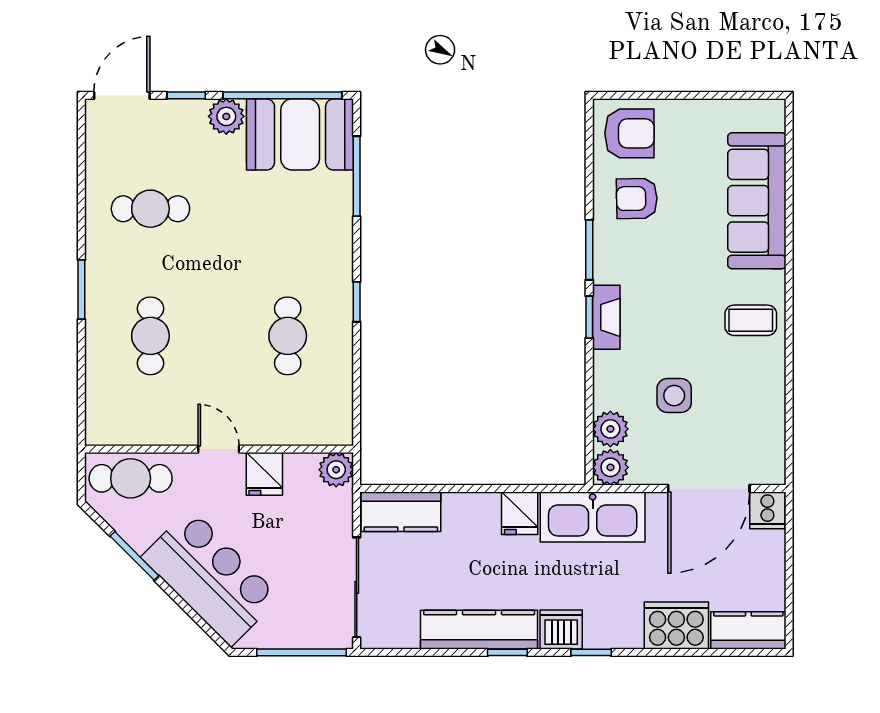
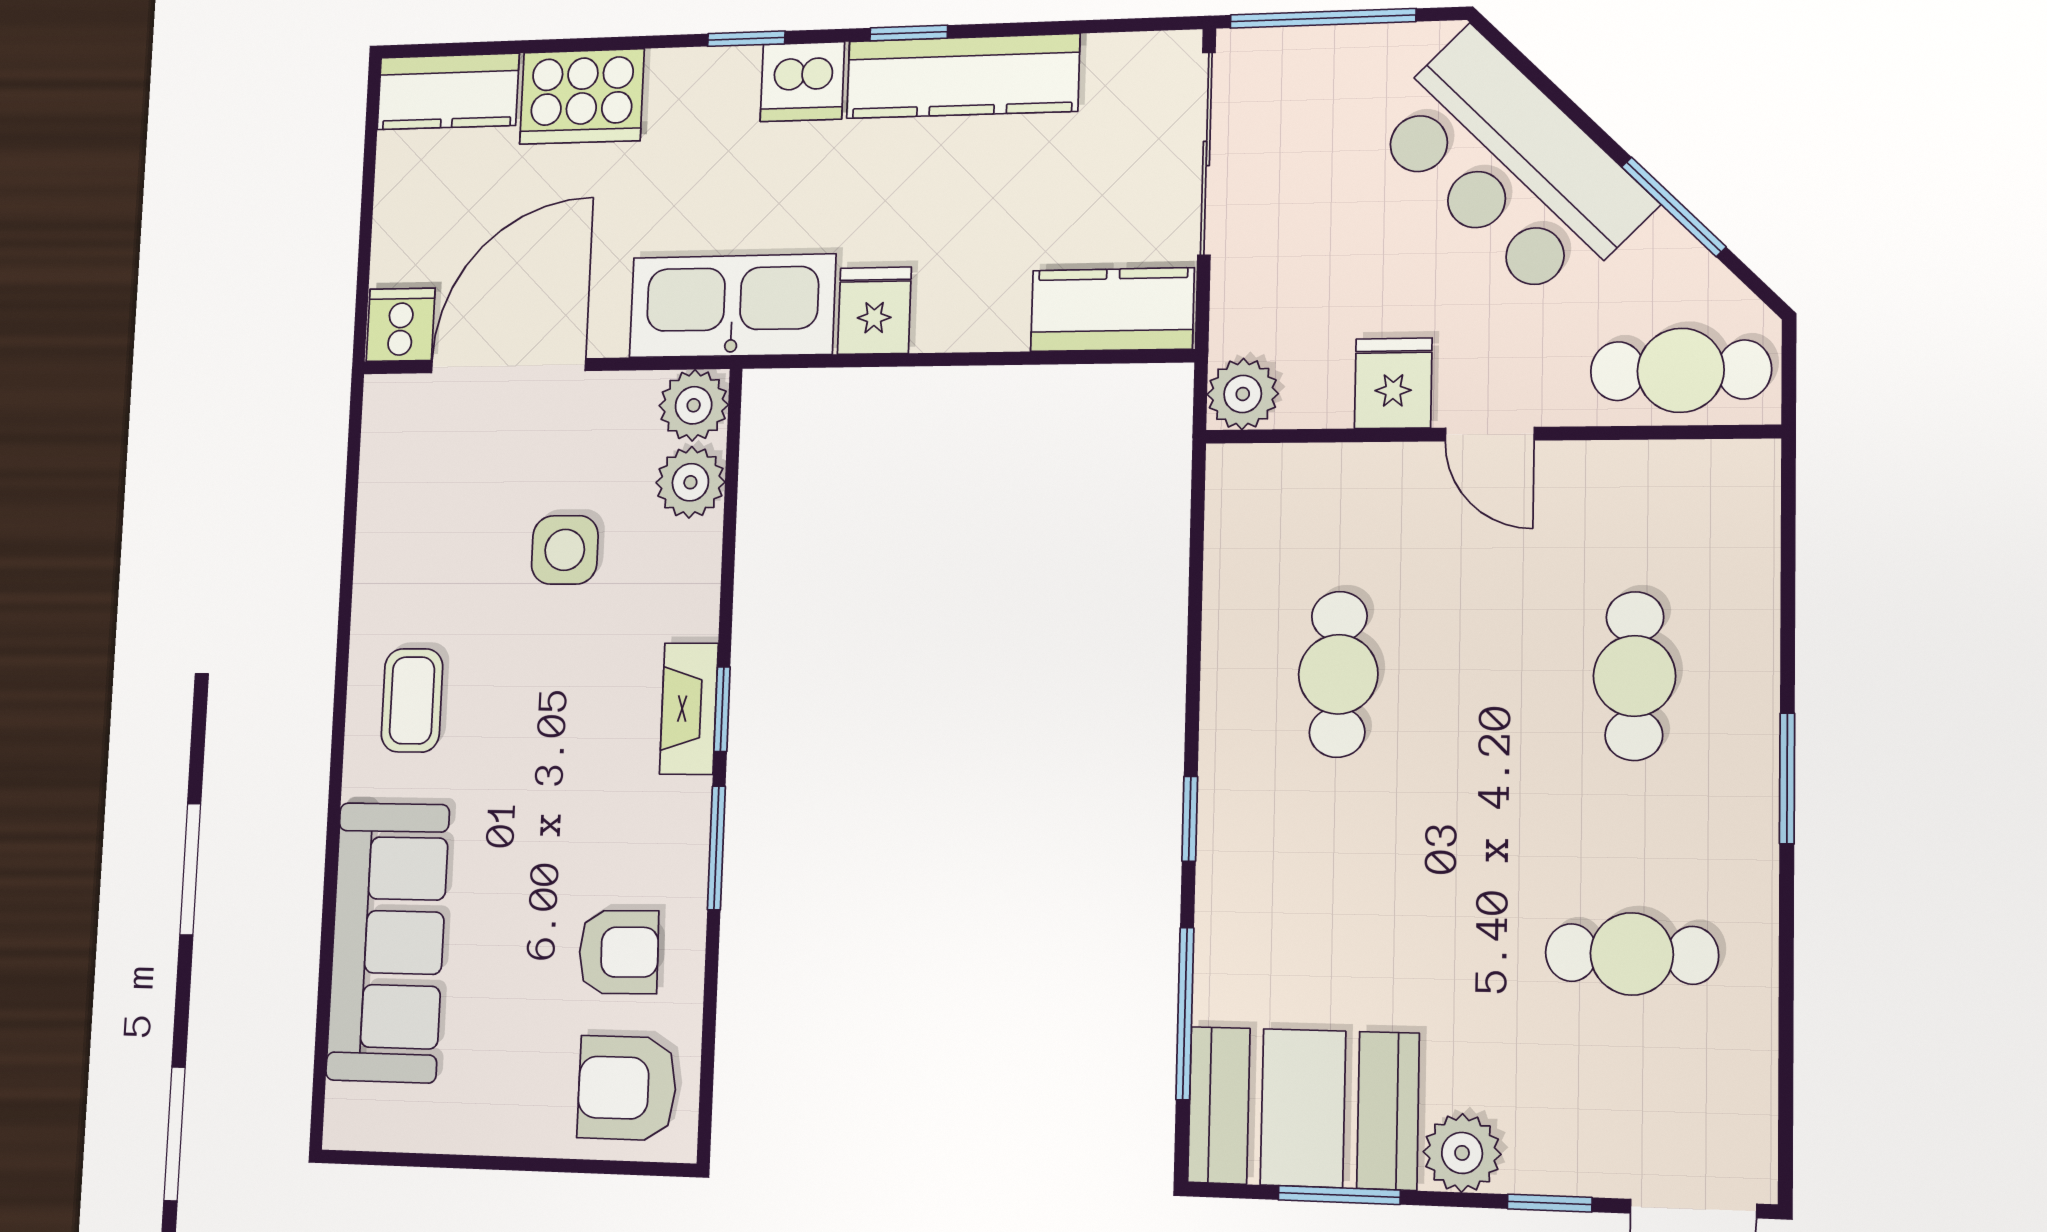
window: (282, 95) -> (1339, 1195), width x0.47
window: (357, 302) -> (1190, 819), moved
coffee table: (751, 320) -> (412, 700), turned 90

